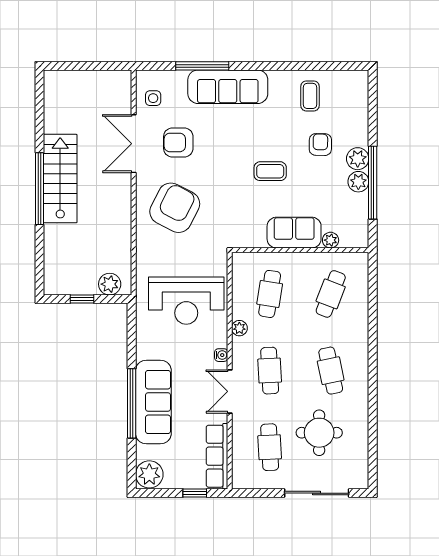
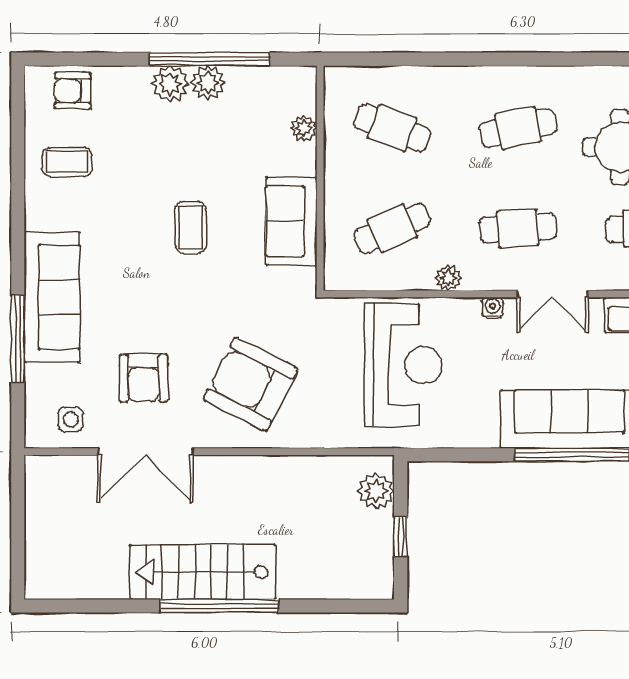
armchair: (320, 145) -> (73, 91), moved
sofa: (294, 233) -> (291, 221), moved
cafe table: (270, 294) -> (392, 228), turned -33

